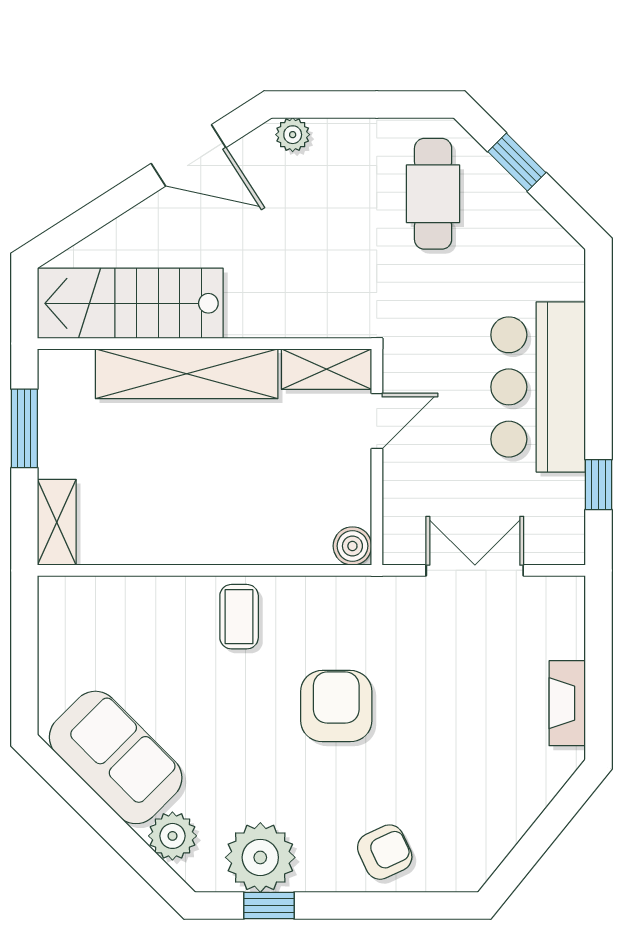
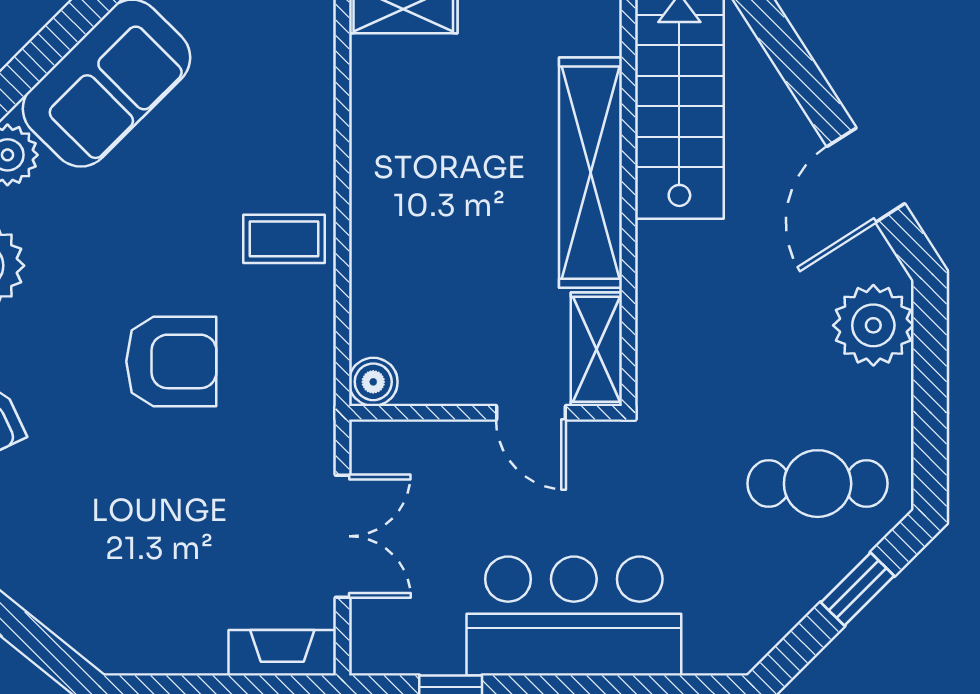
plant: (293, 135) -> (873, 325), width x1.88, depth x1.88
fireplace: (567, 703) -> (282, 653), moved

